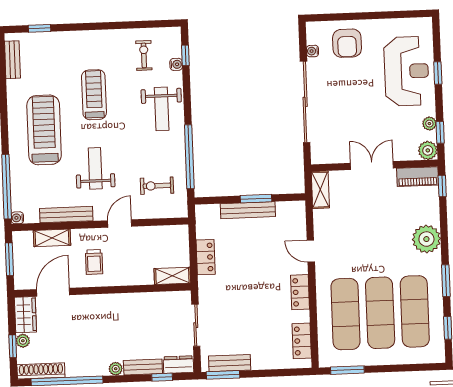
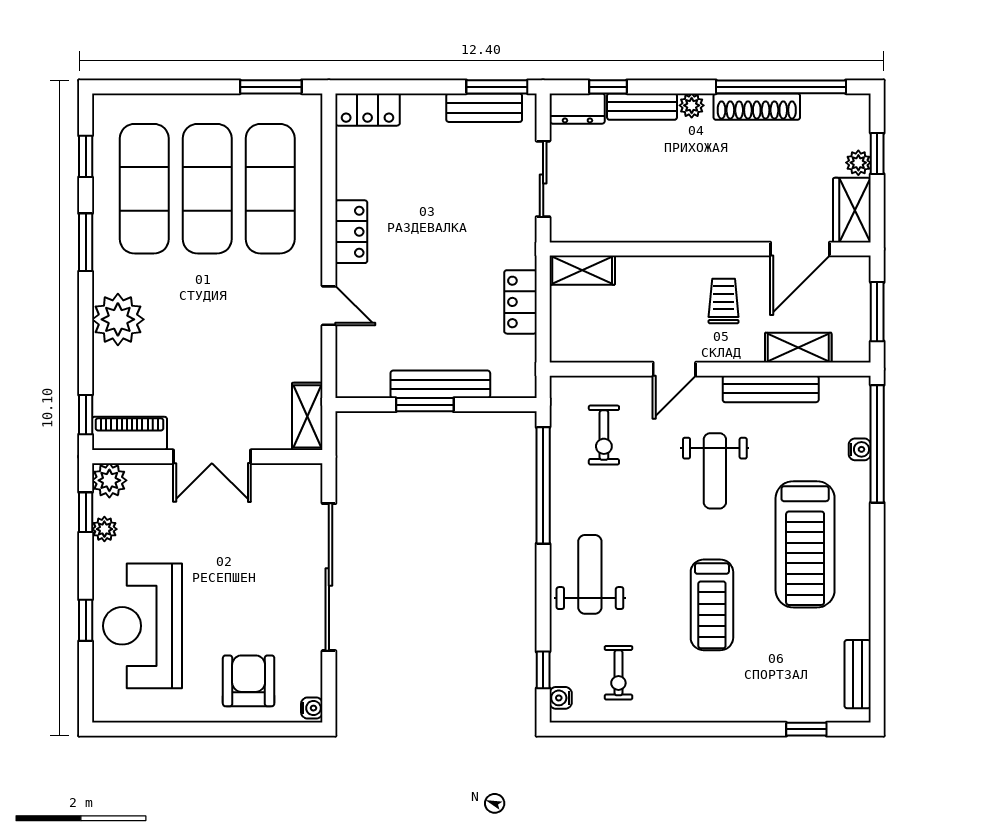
water cooler: (313, 51) -> (312, 708), moved
water cooler: (176, 64) -> (561, 698), moved
exercise bike: (157, 186) -> (604, 435), turned 90
water cooler: (17, 218) -> (860, 449), moved
locker: (302, 341) -> (368, 110), moved, turned 90
shoe rack: (41, 371) -> (757, 107), moved

